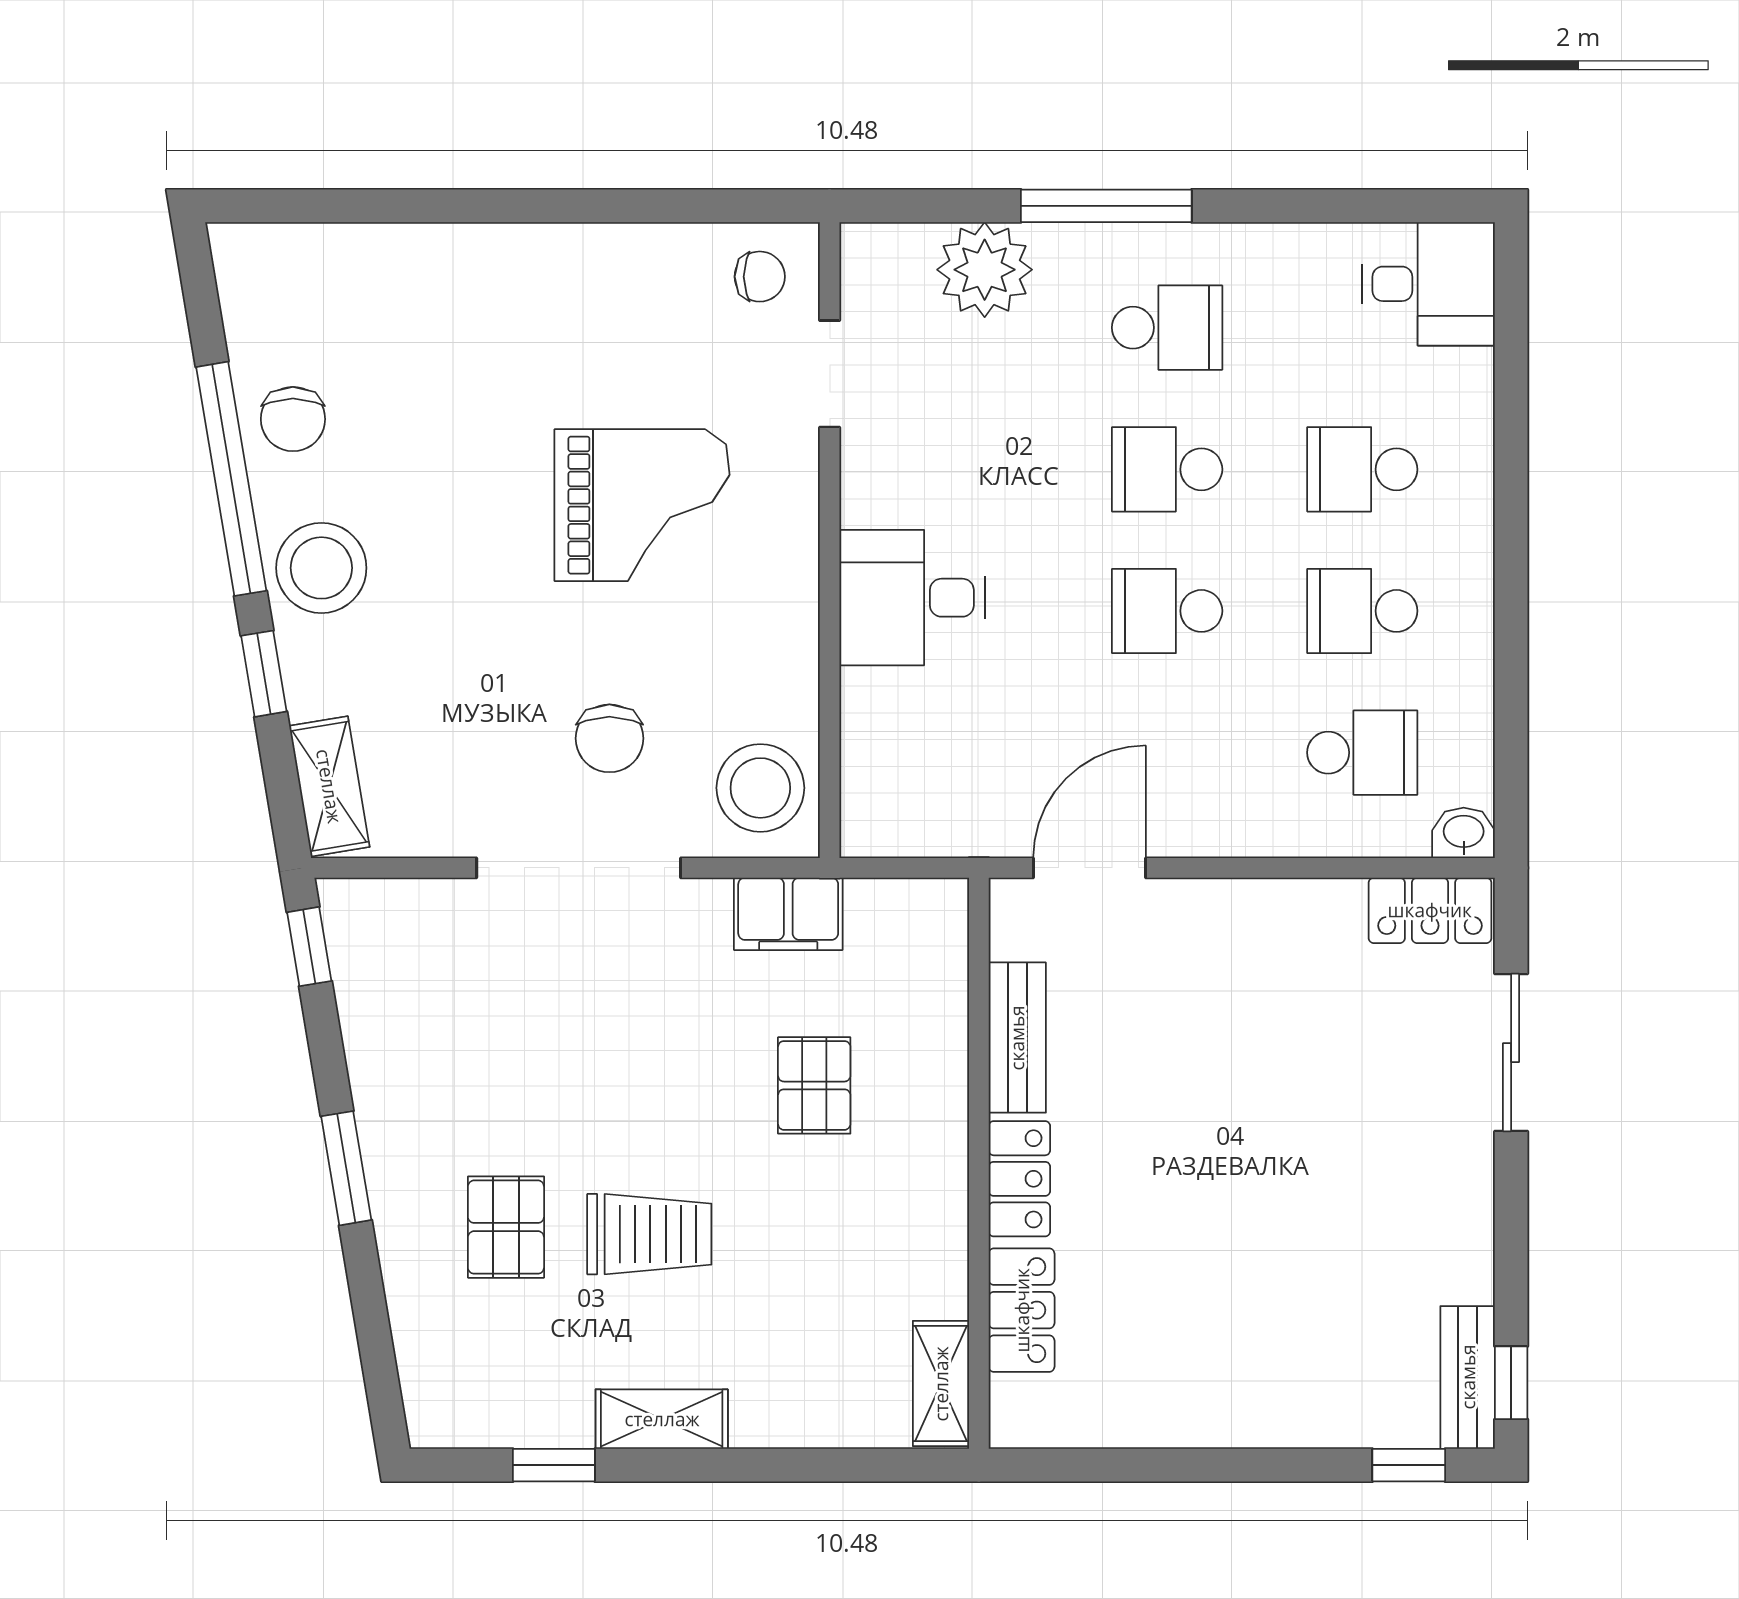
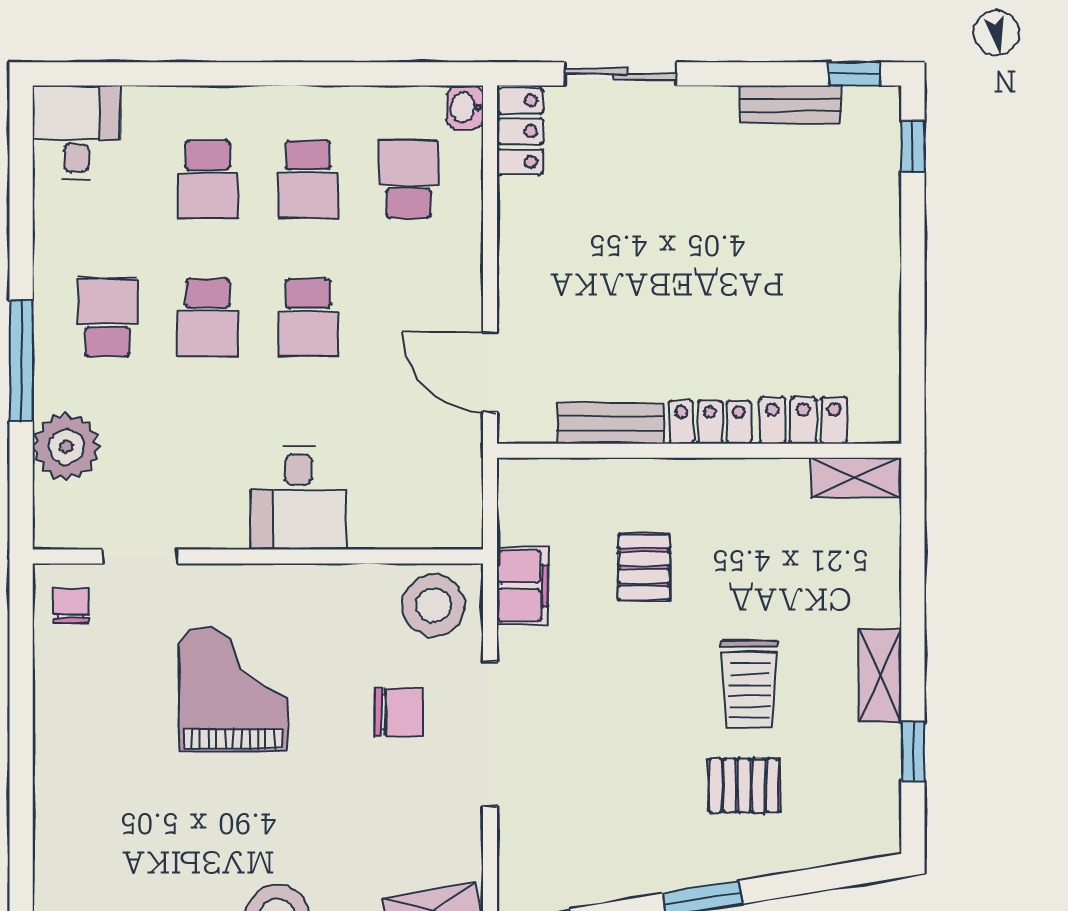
pallet: (814, 1085) -> (644, 567), turned 90
trolley: (649, 1234) -> (749, 684), turned 180
bench: (1468, 1377) -> (790, 105), moved

